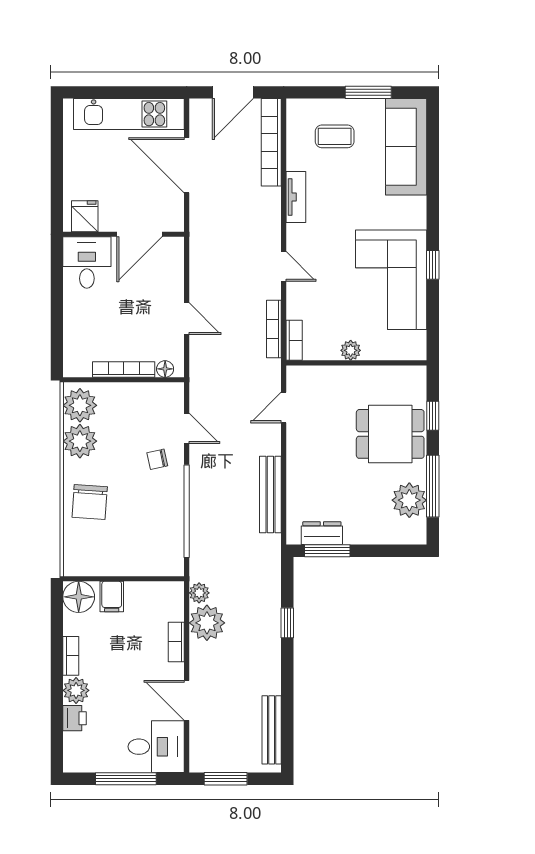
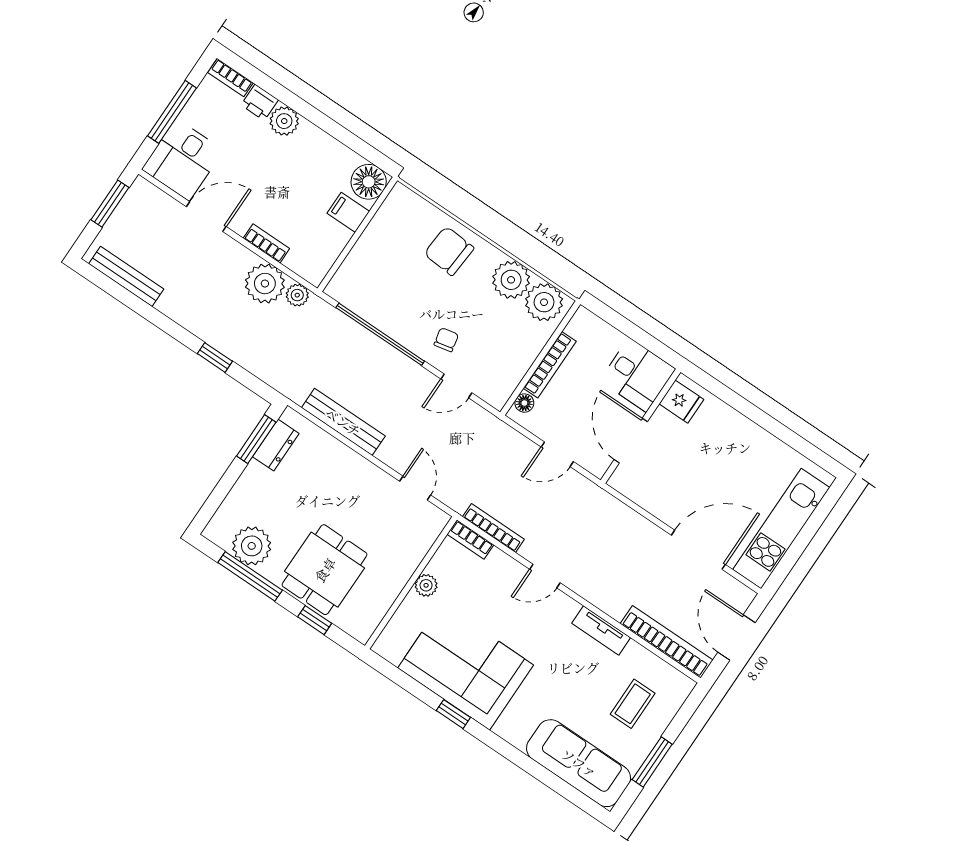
fridge: (85, 216) -> (681, 402), moved
wall: (124, 234) -> (641, 426), moved
door: (139, 234) -> (631, 441), moved
desk: (87, 263) -> (638, 375), moved
bookcase: (71, 656) -> (231, 78), moved

